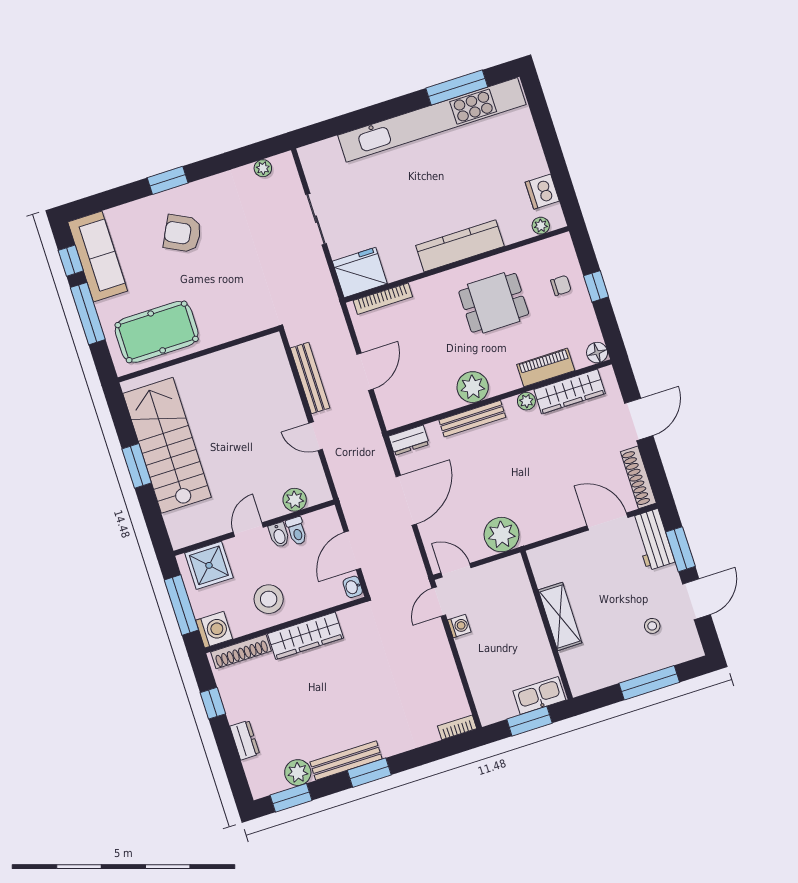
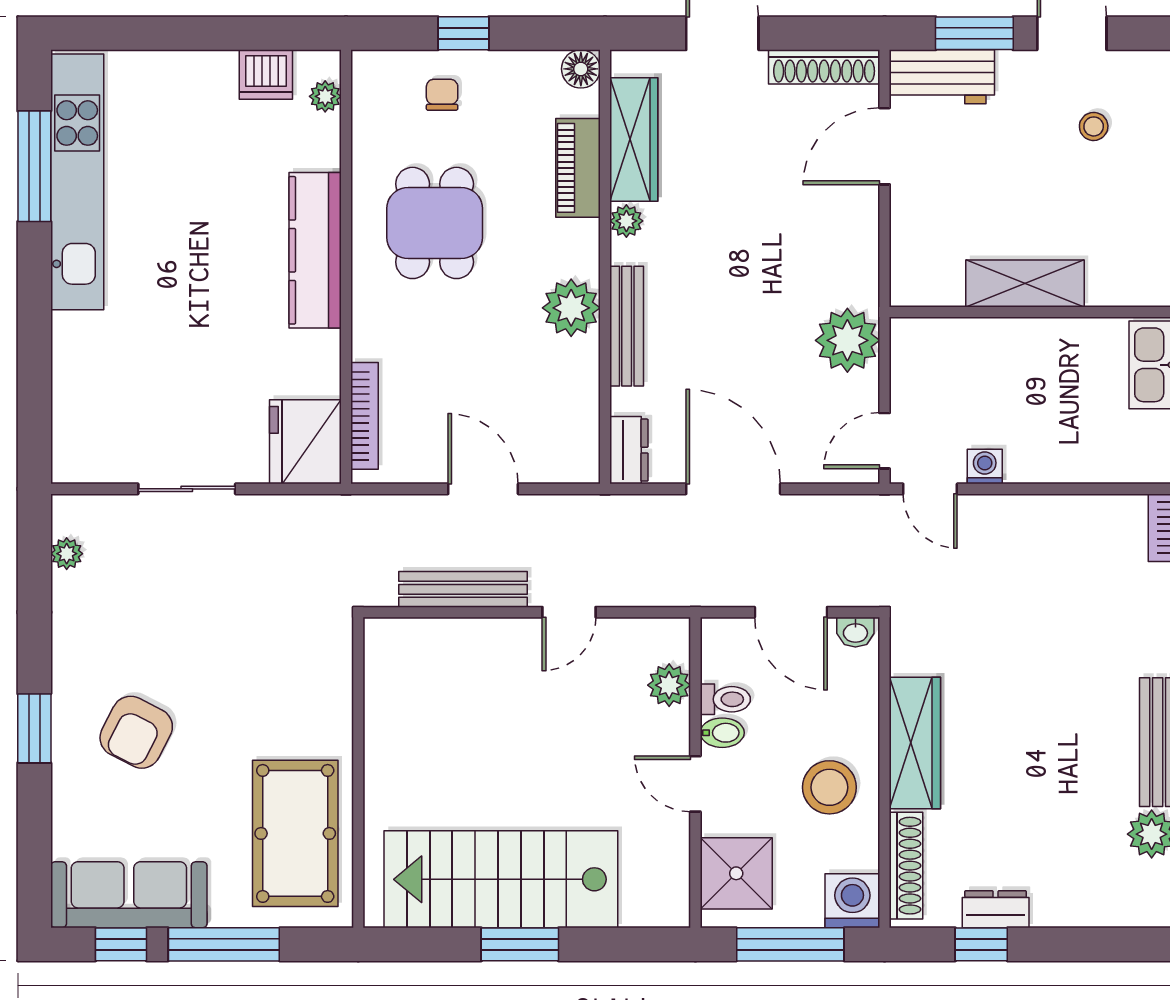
kitchen unit: (432, 120) -> (77, 182), width x0.73
dresser: (245, 740) -> (996, 909), moved

